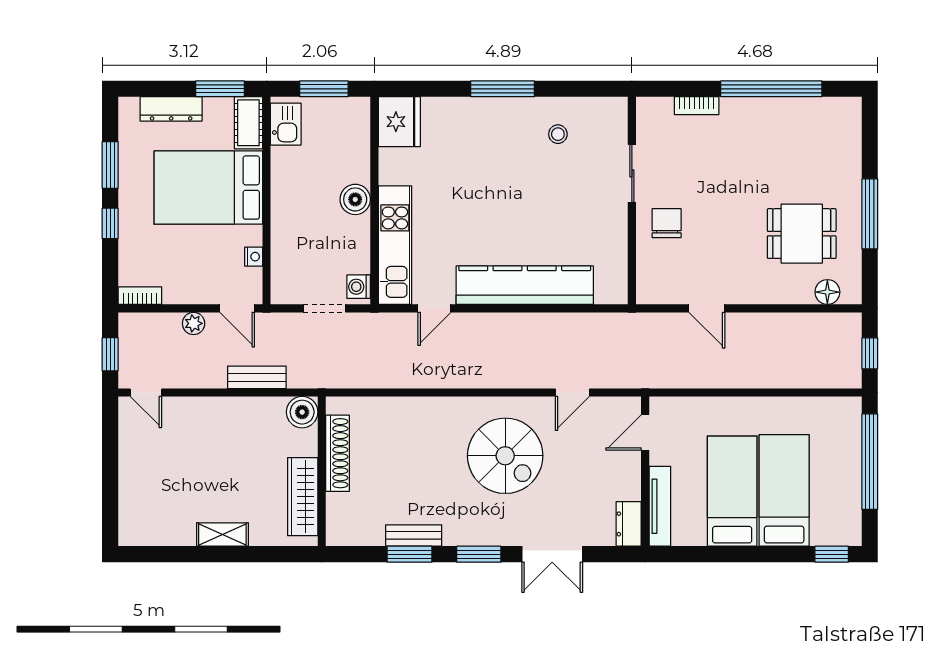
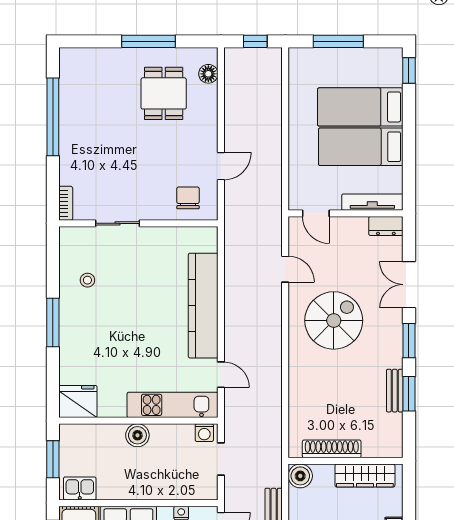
bookcase: (697, 106) -> (66, 203), moved
chair: (667, 223) -> (188, 198), moved, turned 90
window: (870, 462) -> (338, 41), width x0.68
double door: (552, 554) -> (409, 285), swing flipped

